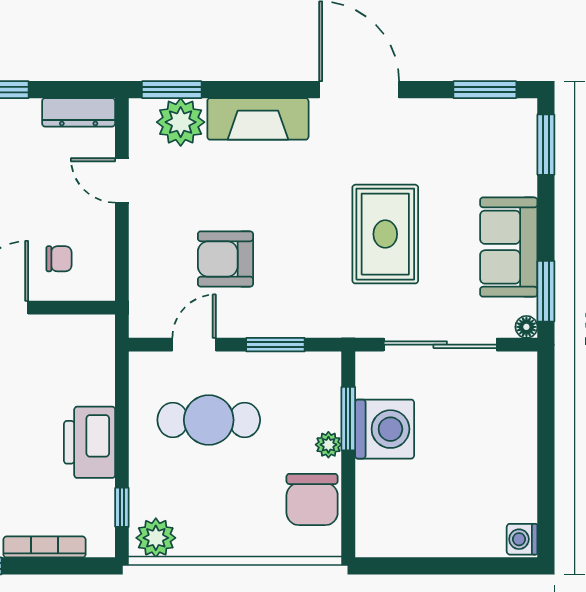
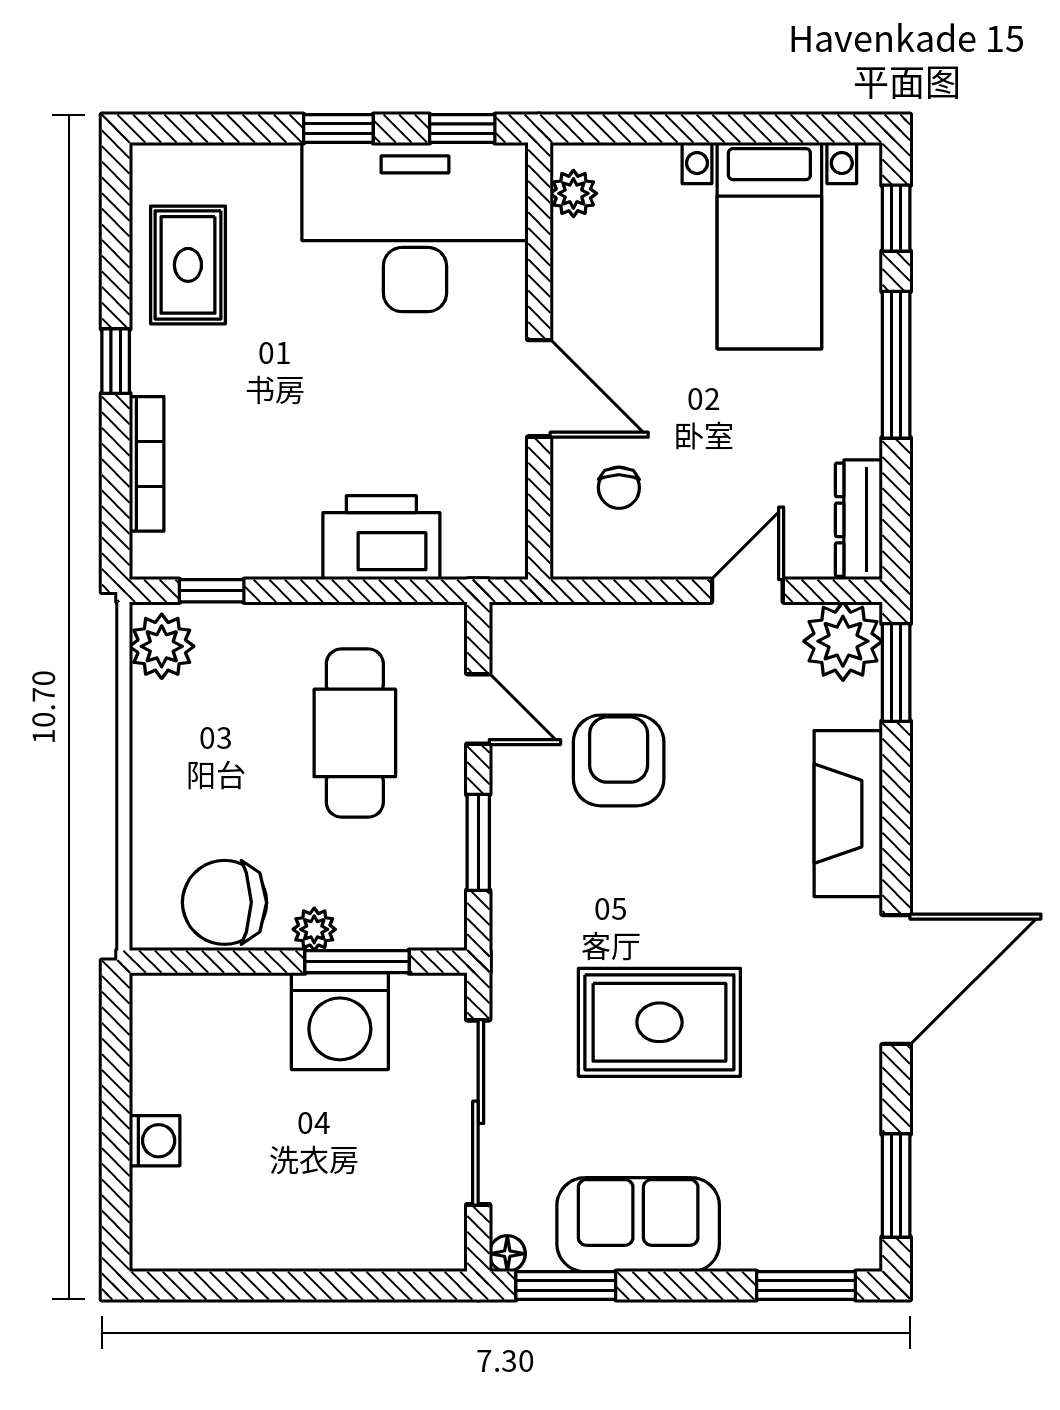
plant: (181, 122) -> (843, 641), moved
printer: (90, 442) -> (381, 538), moved
washing machine: (522, 539) -> (155, 1141), moved, turned 90

